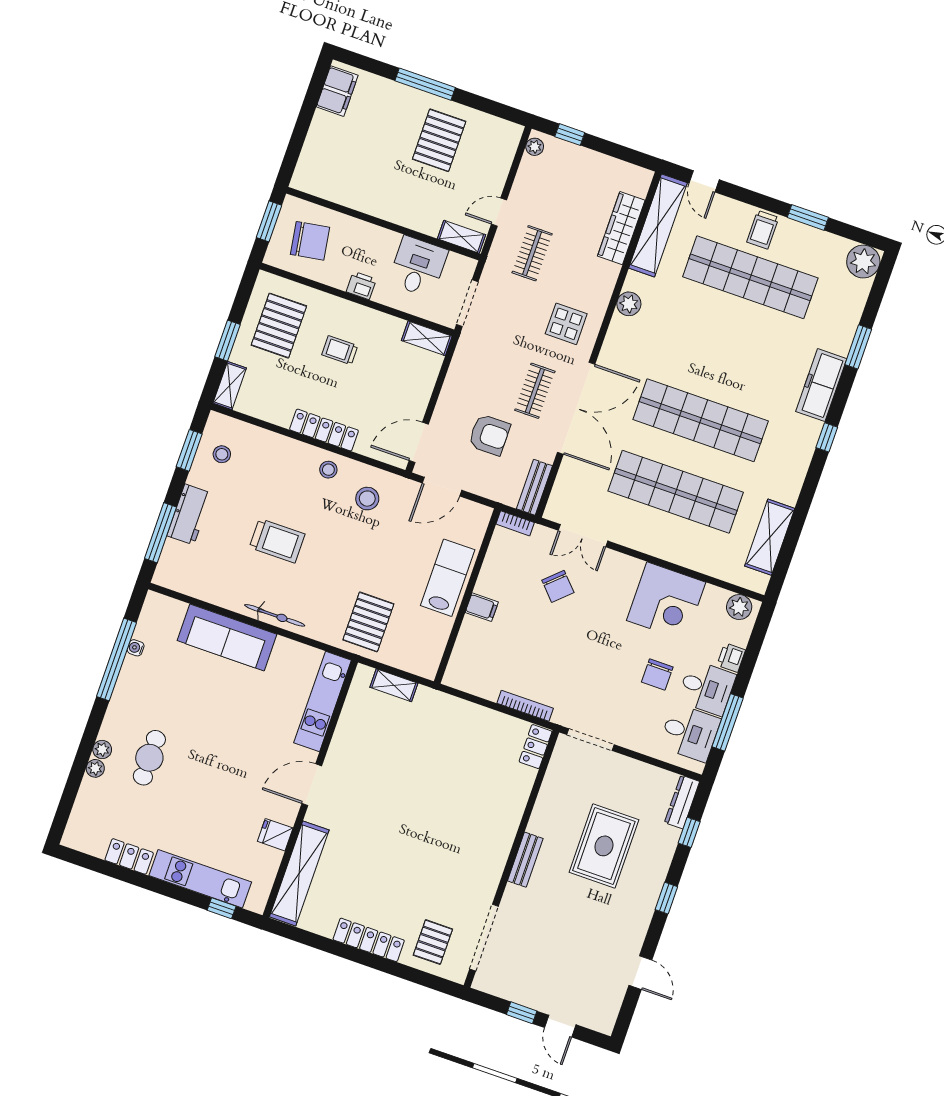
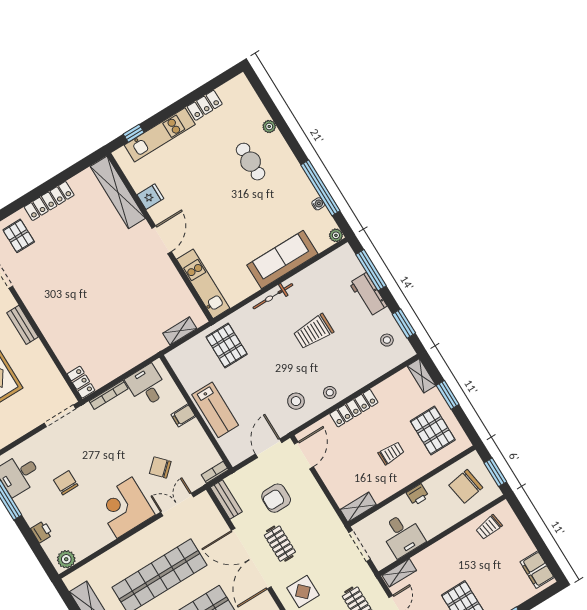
trolley: (334, 180) -> (489, 527), added
corner desk: (666, 601) -> (124, 508), moved
desk: (707, 688) -> (147, 386), moved, turned 90
plant: (102, 750) -> (336, 235), moved

